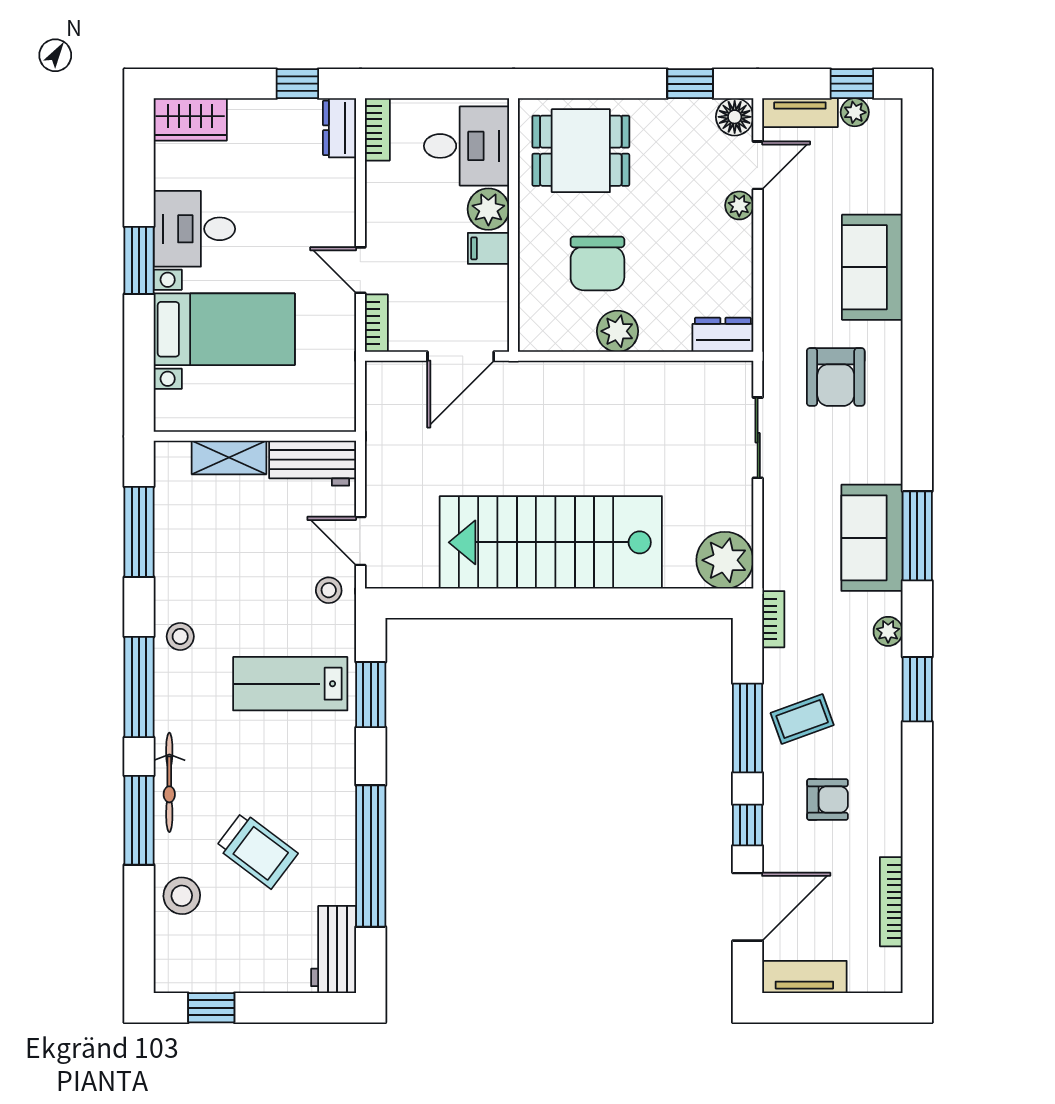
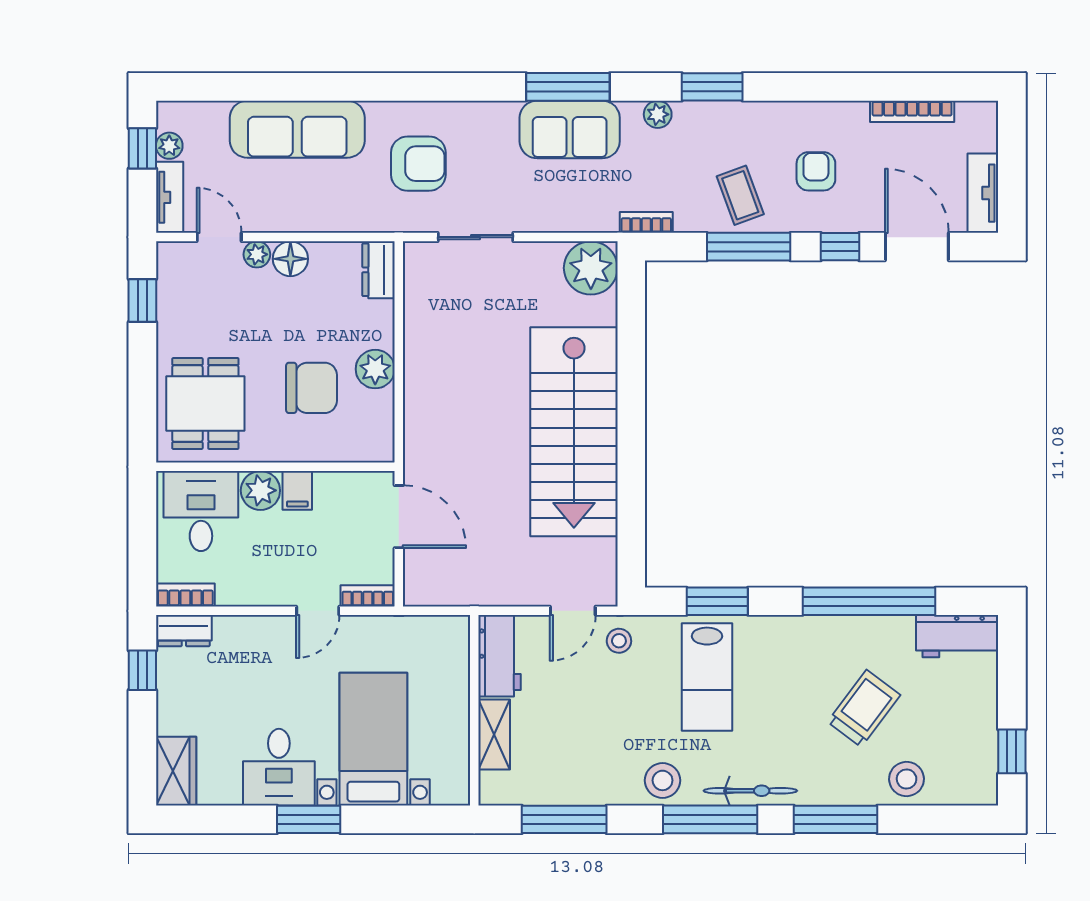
floor lamp: (735, 117) -> (290, 259), moved
sofa: (872, 267) -> (297, 129), width x1.36
stool: (180, 636) -> (663, 780), width x1.37, depth x1.37
bicycle: (169, 782) -> (750, 791), moved

